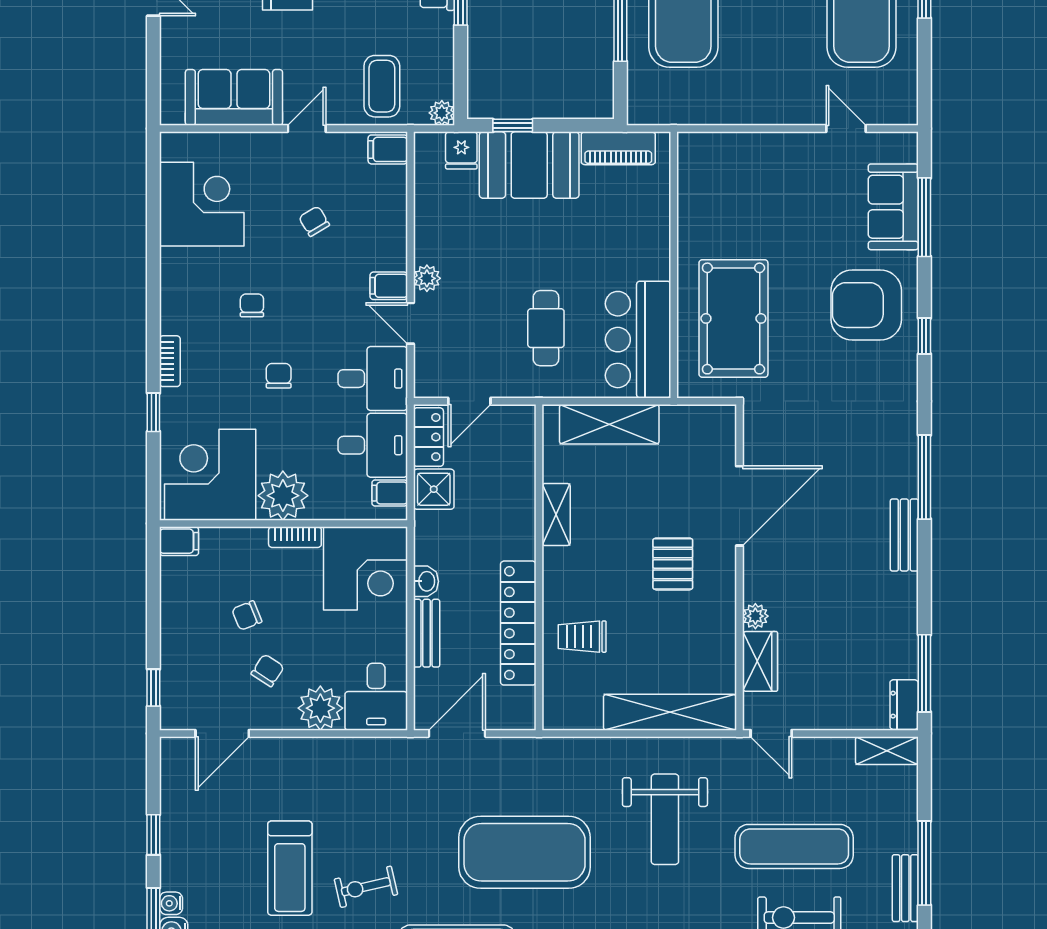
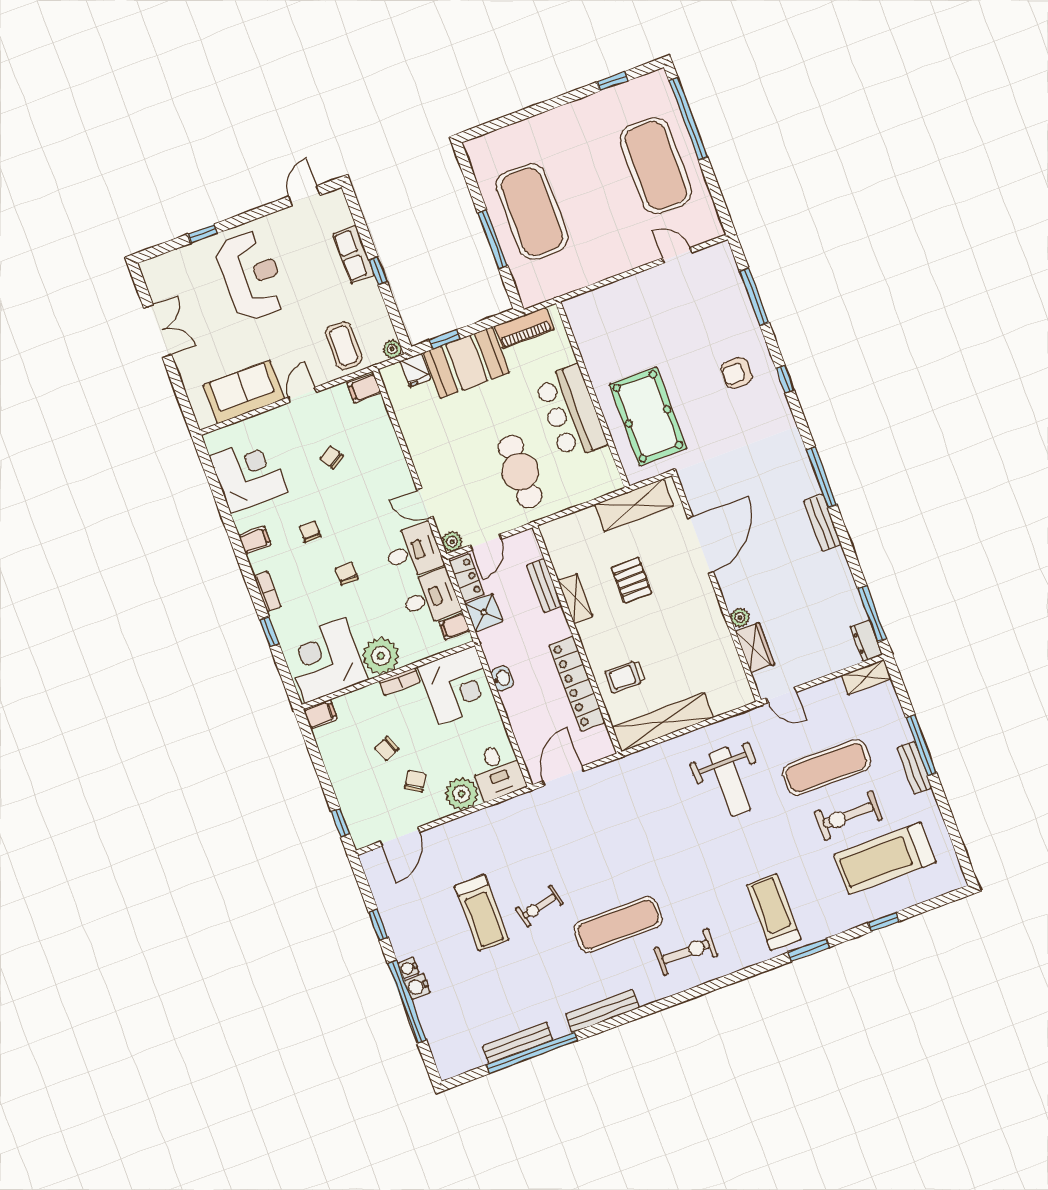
sofa: (893, 207) -> (730, 298), removed
plant: (427, 278) -> (452, 542), moved
filing cabinet: (389, 286) -> (255, 540), moved, turned 180
armchair: (866, 305) -> (737, 373), width x0.53, depth x0.53
cafe table: (546, 328) -> (520, 472), width x1.37, depth x1.35
bar counter: (638, 340) -> (571, 412), moved
shelving: (609, 424) -> (634, 505), moved
pallet: (673, 564) -> (631, 580), moved
bench: (427, 633) -> (544, 585), moved
shelving: (670, 712) -> (663, 722), moved
exercise mat: (525, 852) -> (641, 841), removed

